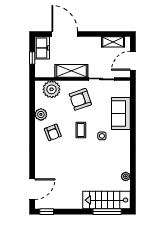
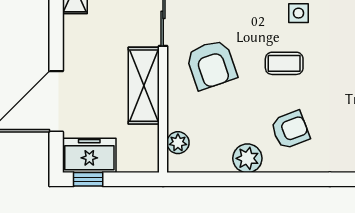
window: (32, 58) -> (88, 179), moved
plant: (52, 89) -> (178, 143), width x0.53, depth x0.53

